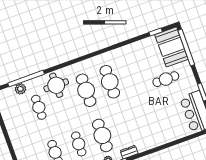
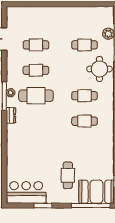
cafe table: (110, 82) -> (84, 121), width x0.73, depth x0.74
cafe table: (86, 90) -> (84, 96), width x0.73, depth x0.74

